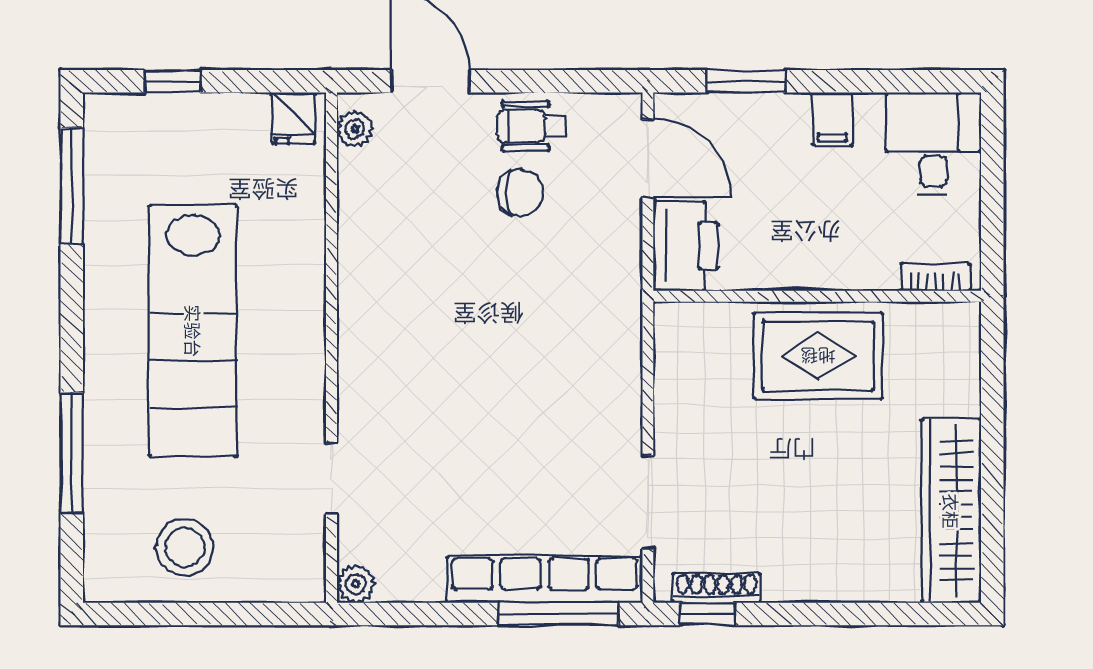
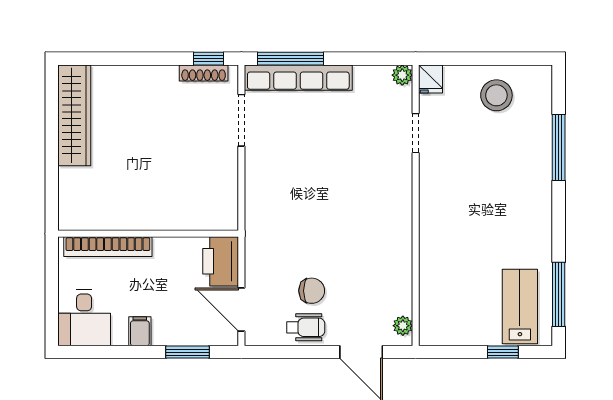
fridge: (293, 118) -> (430, 79), moved, turned 180
chair: (520, 193) -> (312, 291), turned 180
bookcase: (936, 277) -> (108, 247), width x2.31, depth x1.31
lab bench: (193, 331) -> (520, 307), moved, width x0.54, depth x0.72
rug: (818, 356) -> (148, 201), removed

